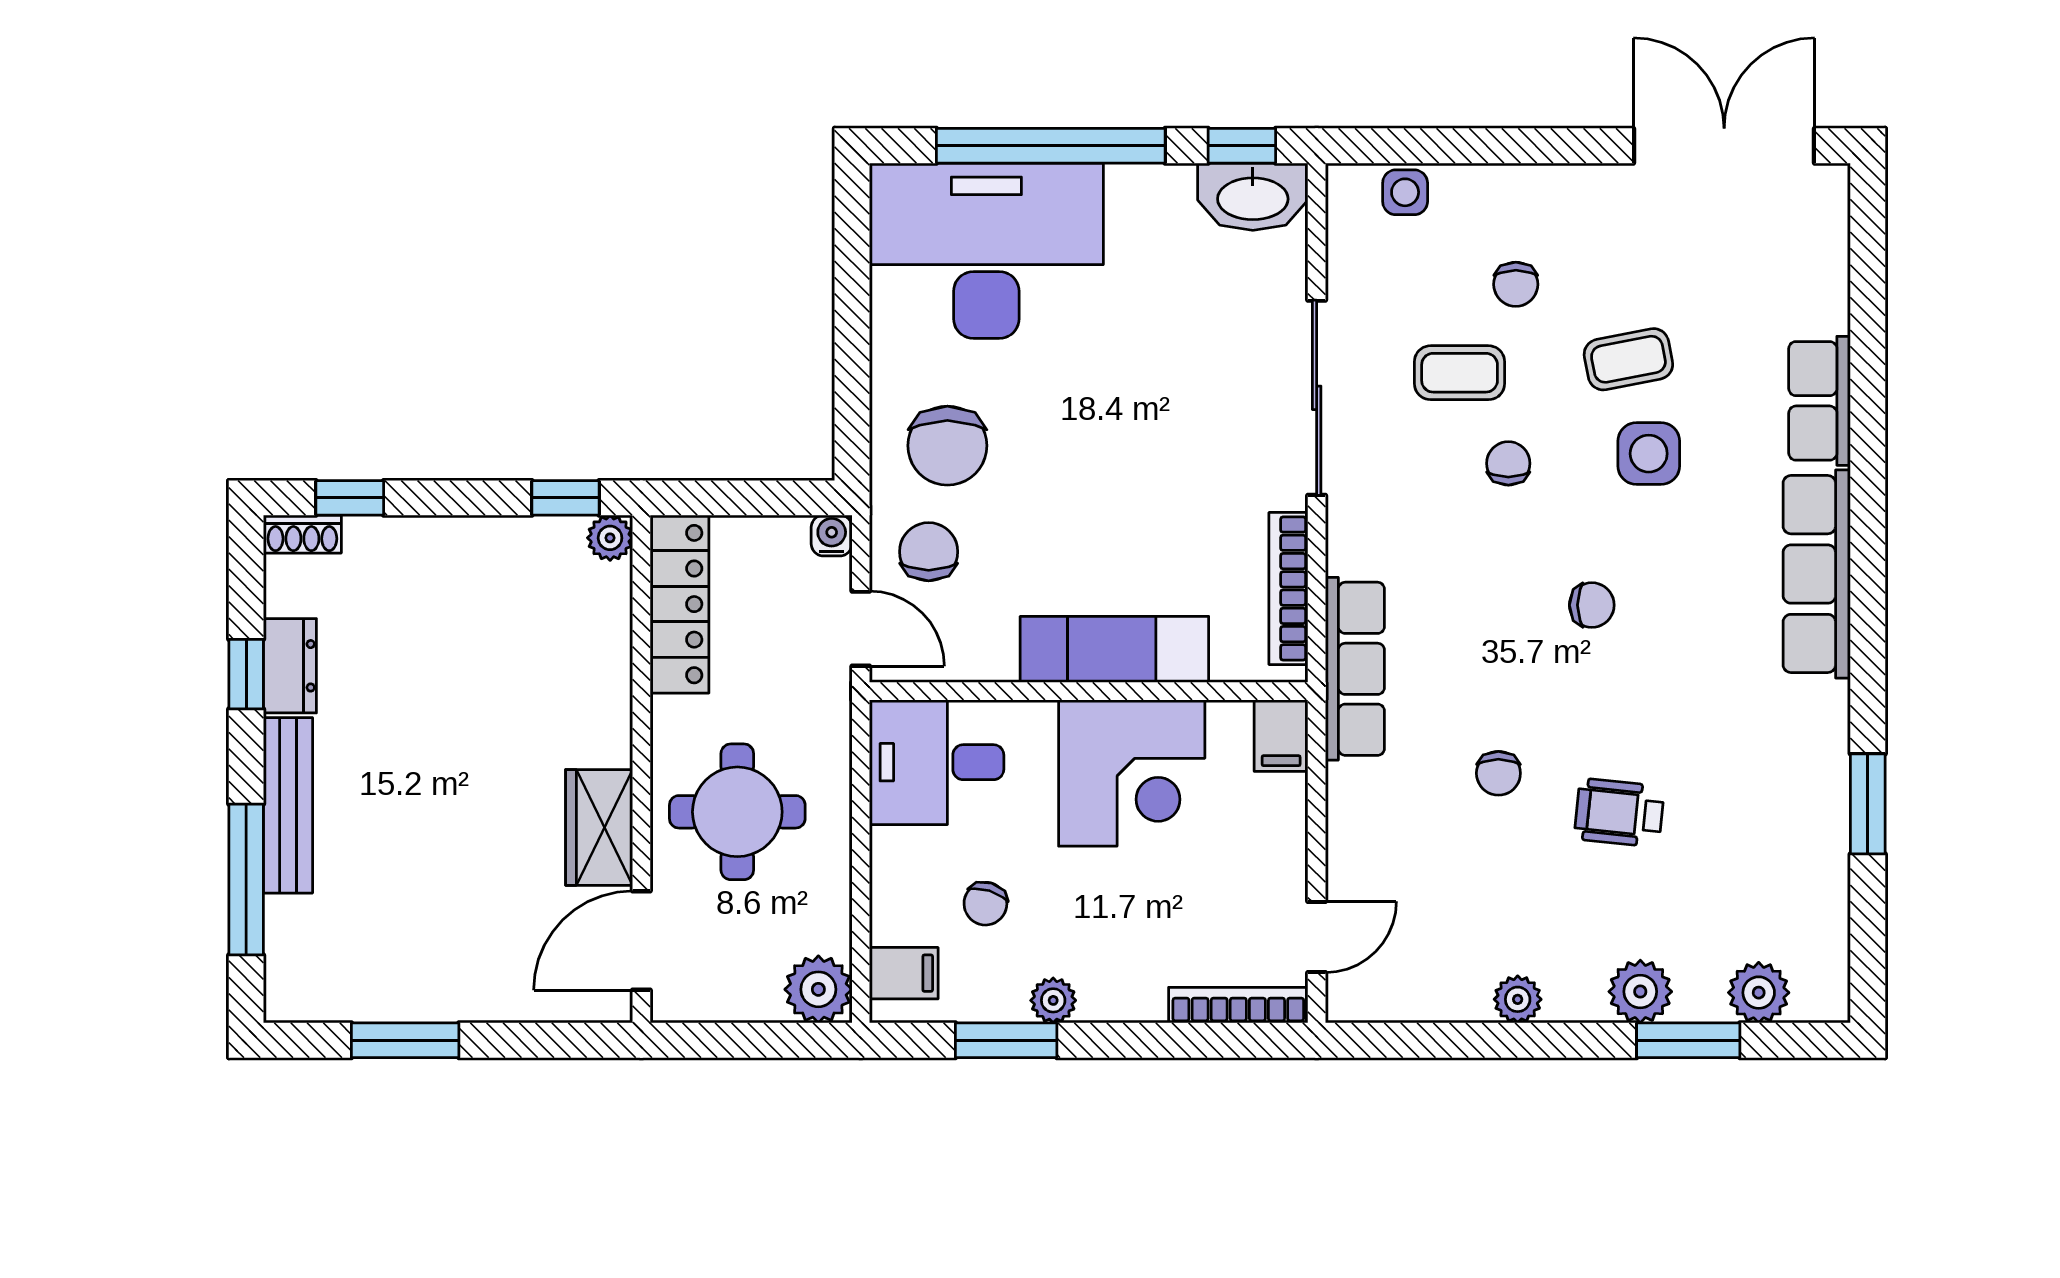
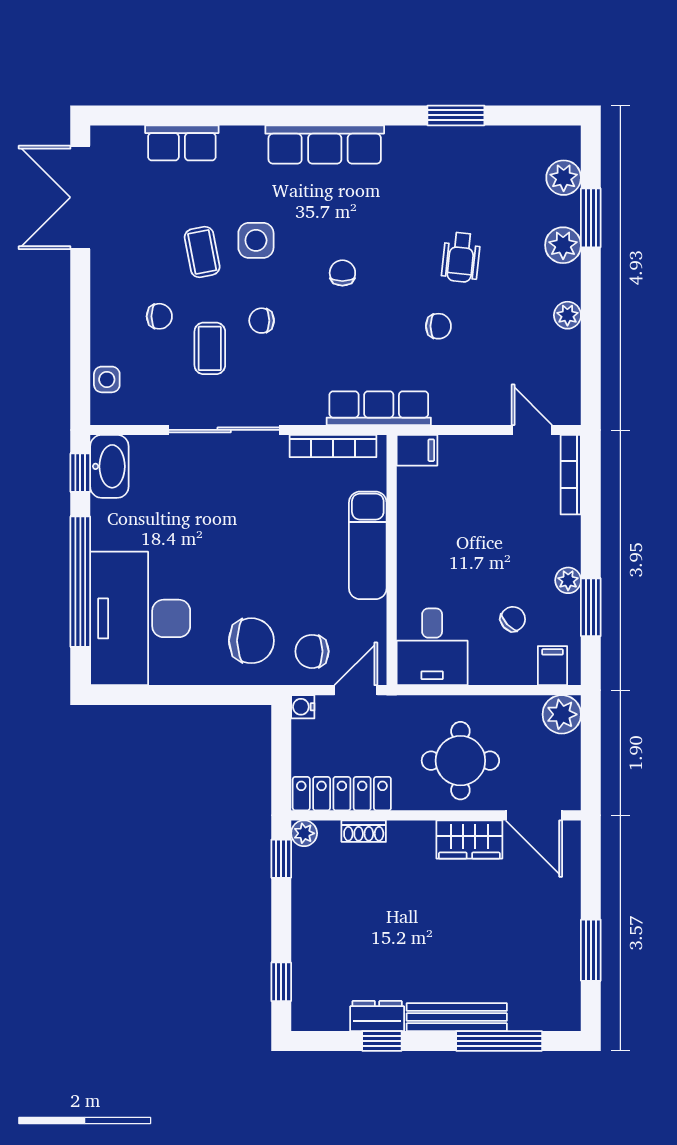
row of seats: (1820, 401) -> (182, 143), moved
shoe rack: (302, 534) -> (364, 831), moved, turned 90
corner desk: (1132, 773) -> (438, 535), removed
chair: (985, 904) -> (513, 619), turned -60

